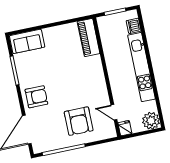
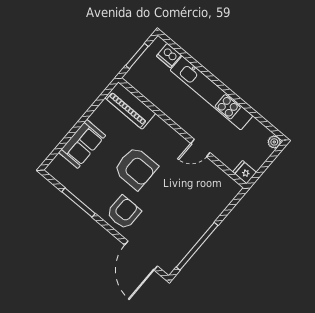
sofa: (27, 41) -> (82, 144), moved
door: (114, 112) -> (200, 148), moved
armchair: (79, 121) -> (136, 168), moved
plant: (151, 121) -> (274, 142), width x0.53, depth x0.53

